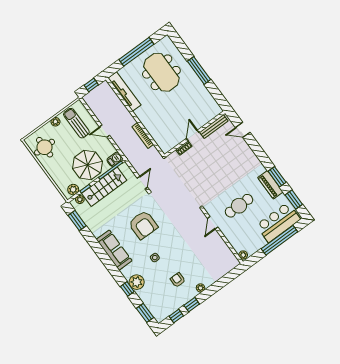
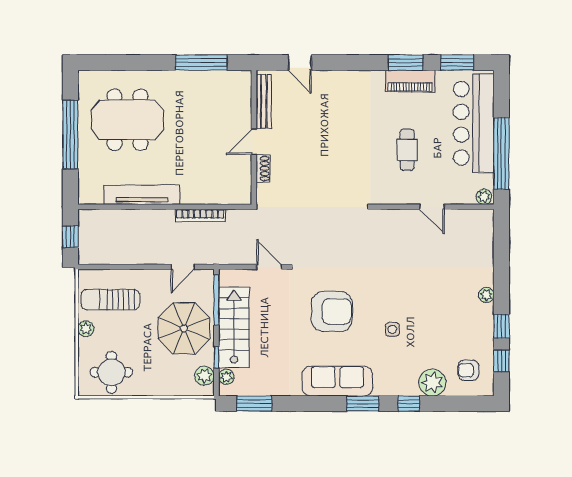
window: (199, 70) -> (201, 63), moved
tv unit: (124, 92) -> (142, 195), moved
door: (243, 130) -> (300, 63), hinge flipped
door: (105, 131) -> (183, 267), moved
door: (193, 135) -> (254, 142), hinge flipped
barbecue: (115, 159) -> (205, 282), removed
cafe table: (239, 206) -> (407, 150), width x0.73, depth x0.74
bar counter: (278, 222) -> (474, 123), width x1.36
door: (213, 223) -> (432, 207), moved
window: (279, 240) -> (501, 153), moved
armchair: (178, 280) -> (469, 370), moved
plant: (137, 282) -> (432, 383), moved
window: (145, 313) -> (363, 404), moved

